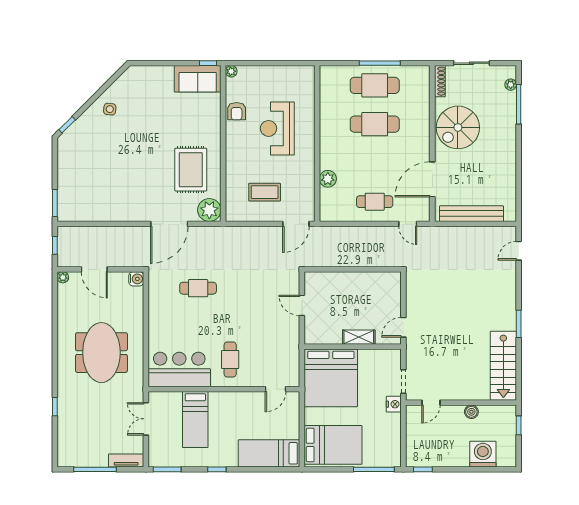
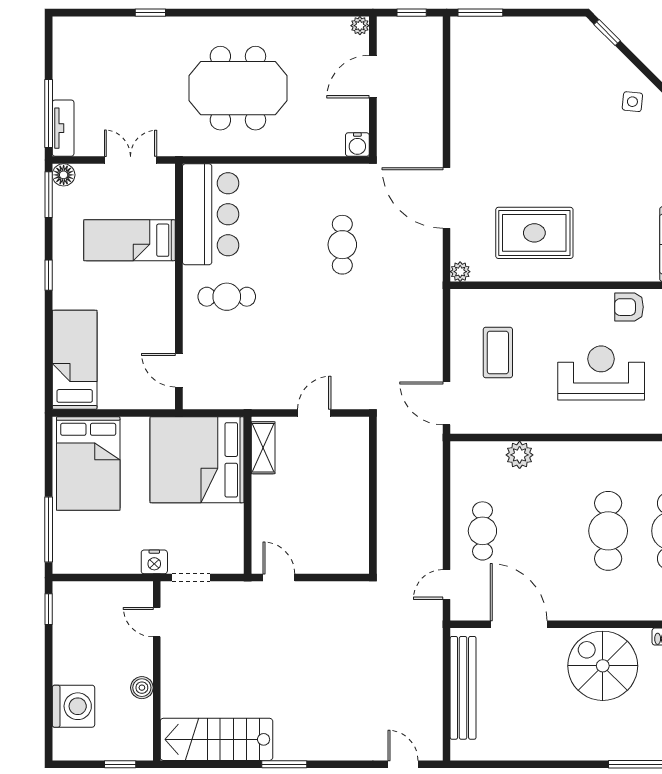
plant: (209, 210) -> (460, 272), width x0.53, depth x0.53
shelving: (359, 337) -> (263, 448), moved
floor lamp: (155, 460) -> (64, 175), added
window: (95, 469) -> (49, 114), moved

